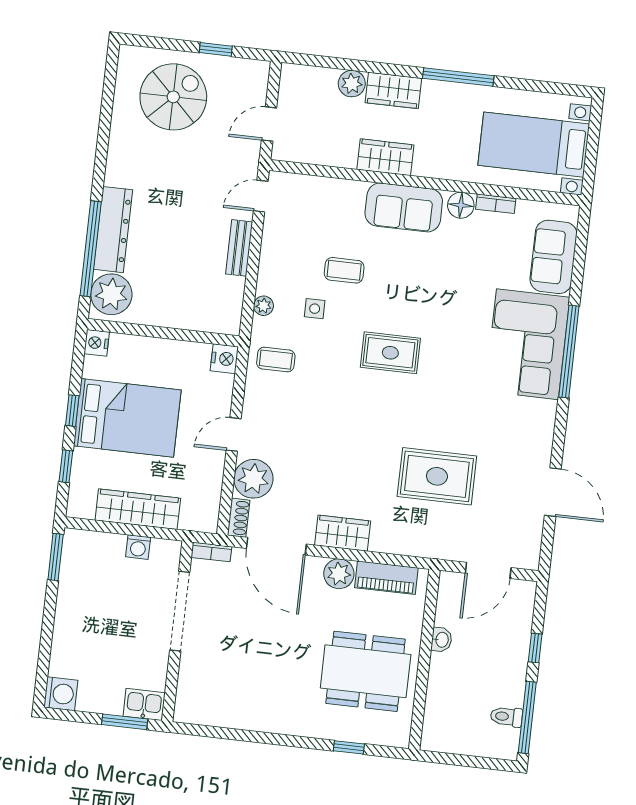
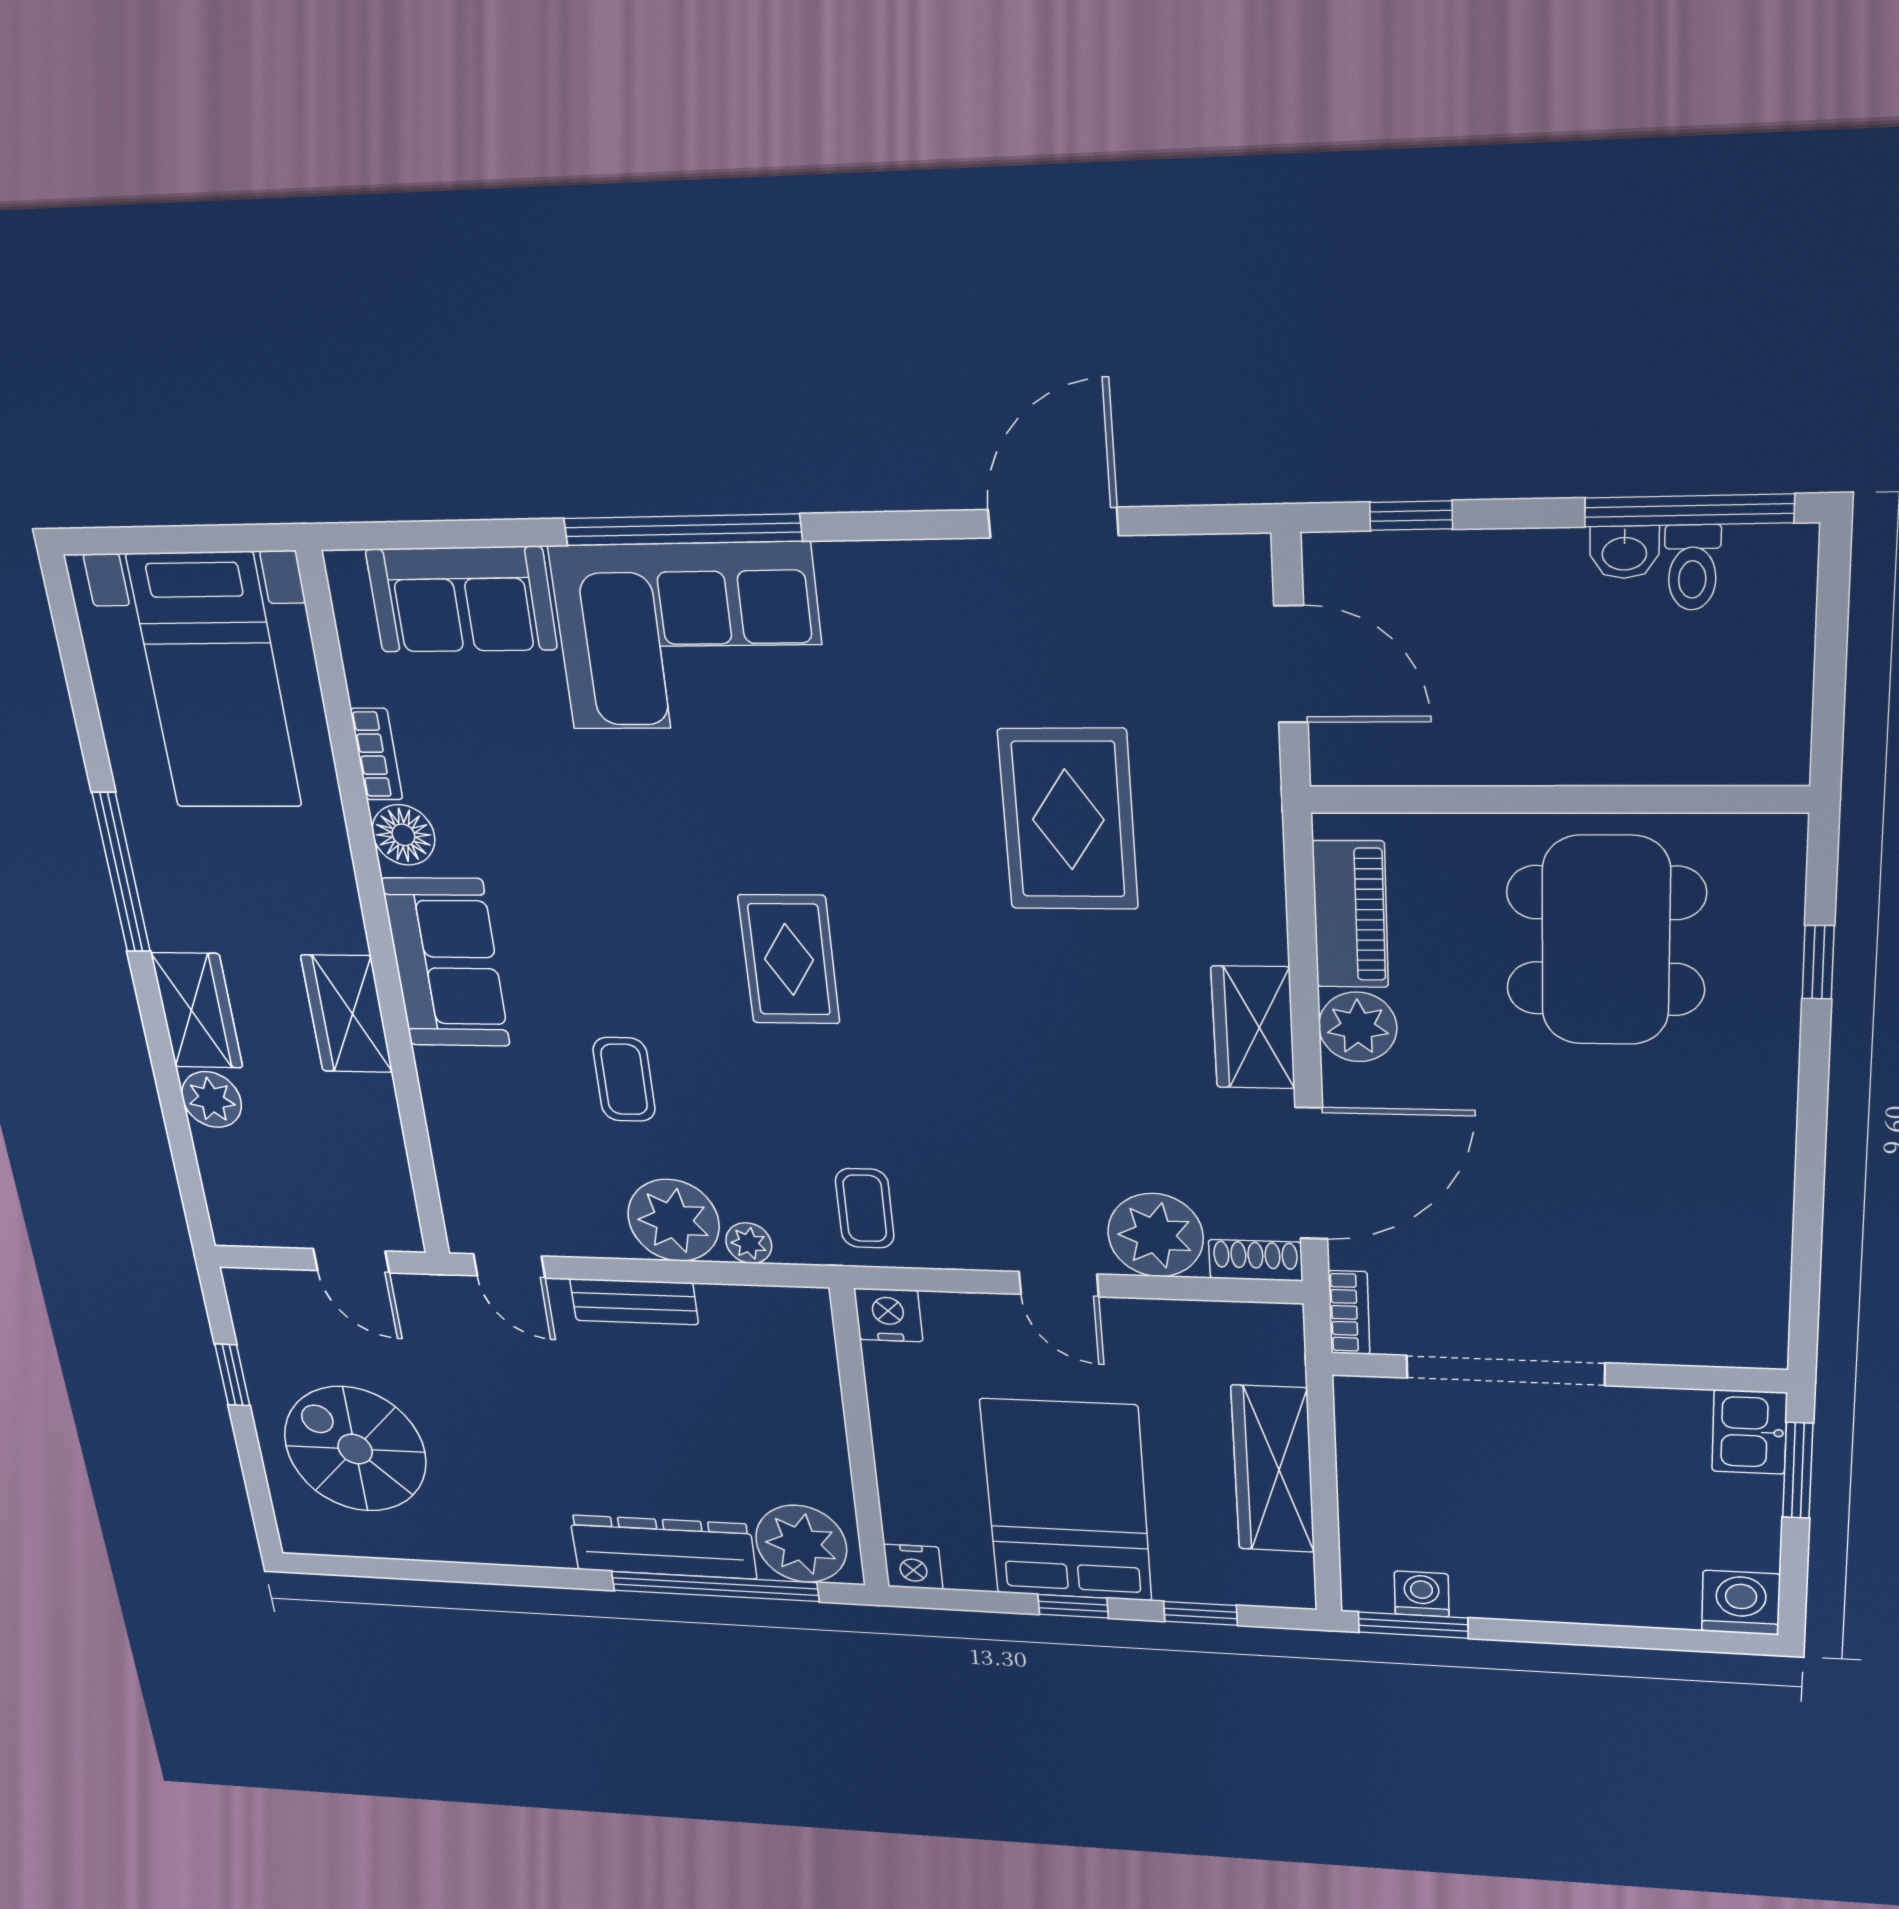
plant: (277, 275) -> (674, 1220), added
side table: (315, 309) -> (728, 1135), removed
washing machine: (138, 547) -> (1422, 1594), moved, turned -90
washbasin: (442, 640) -> (1624, 552), moved, turned 180
window: (535, 648) -> (1411, 516), moved

